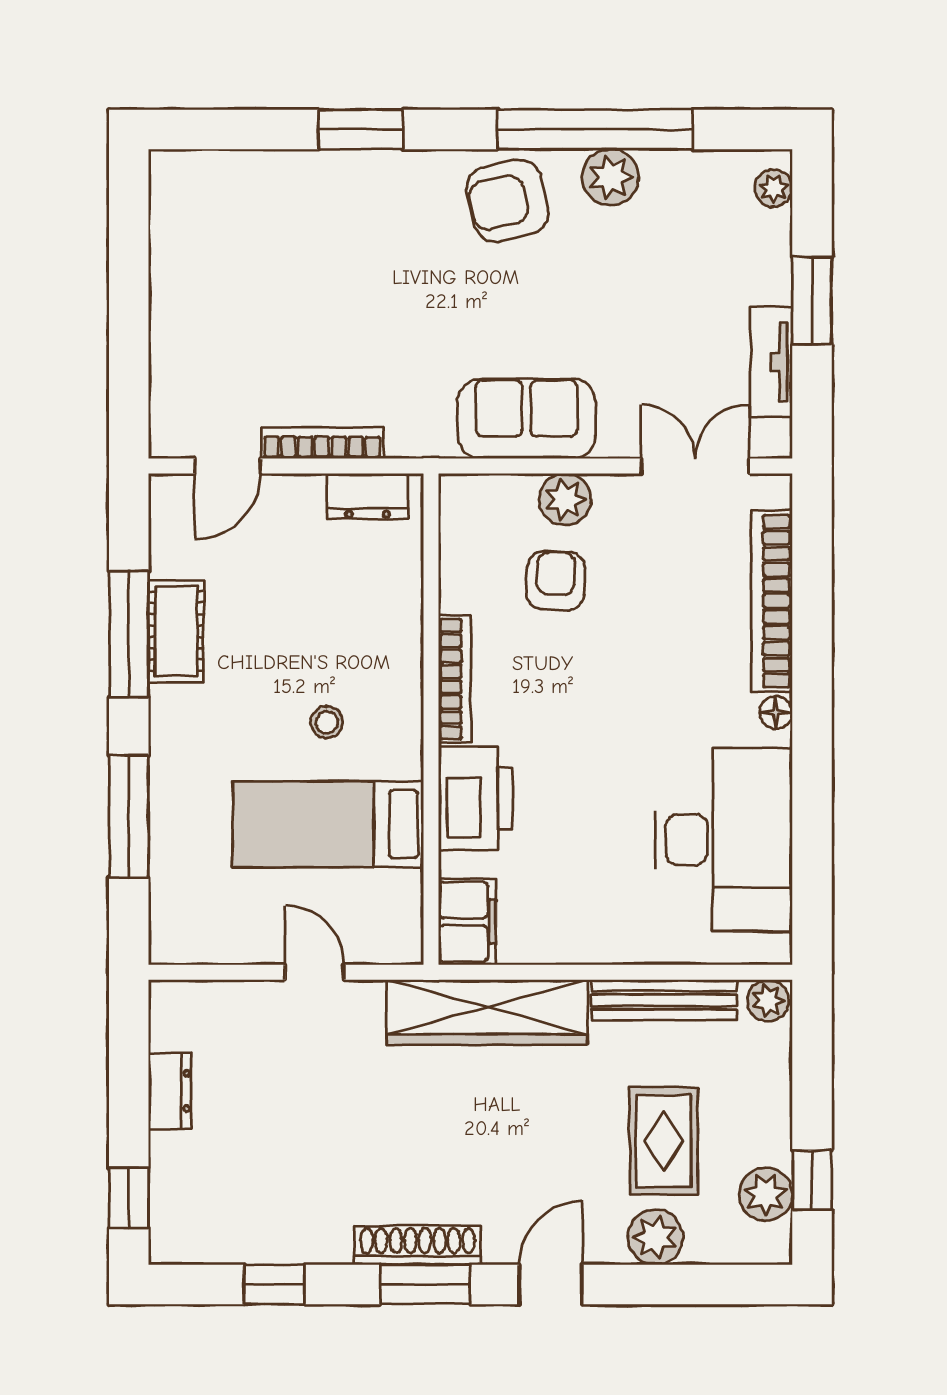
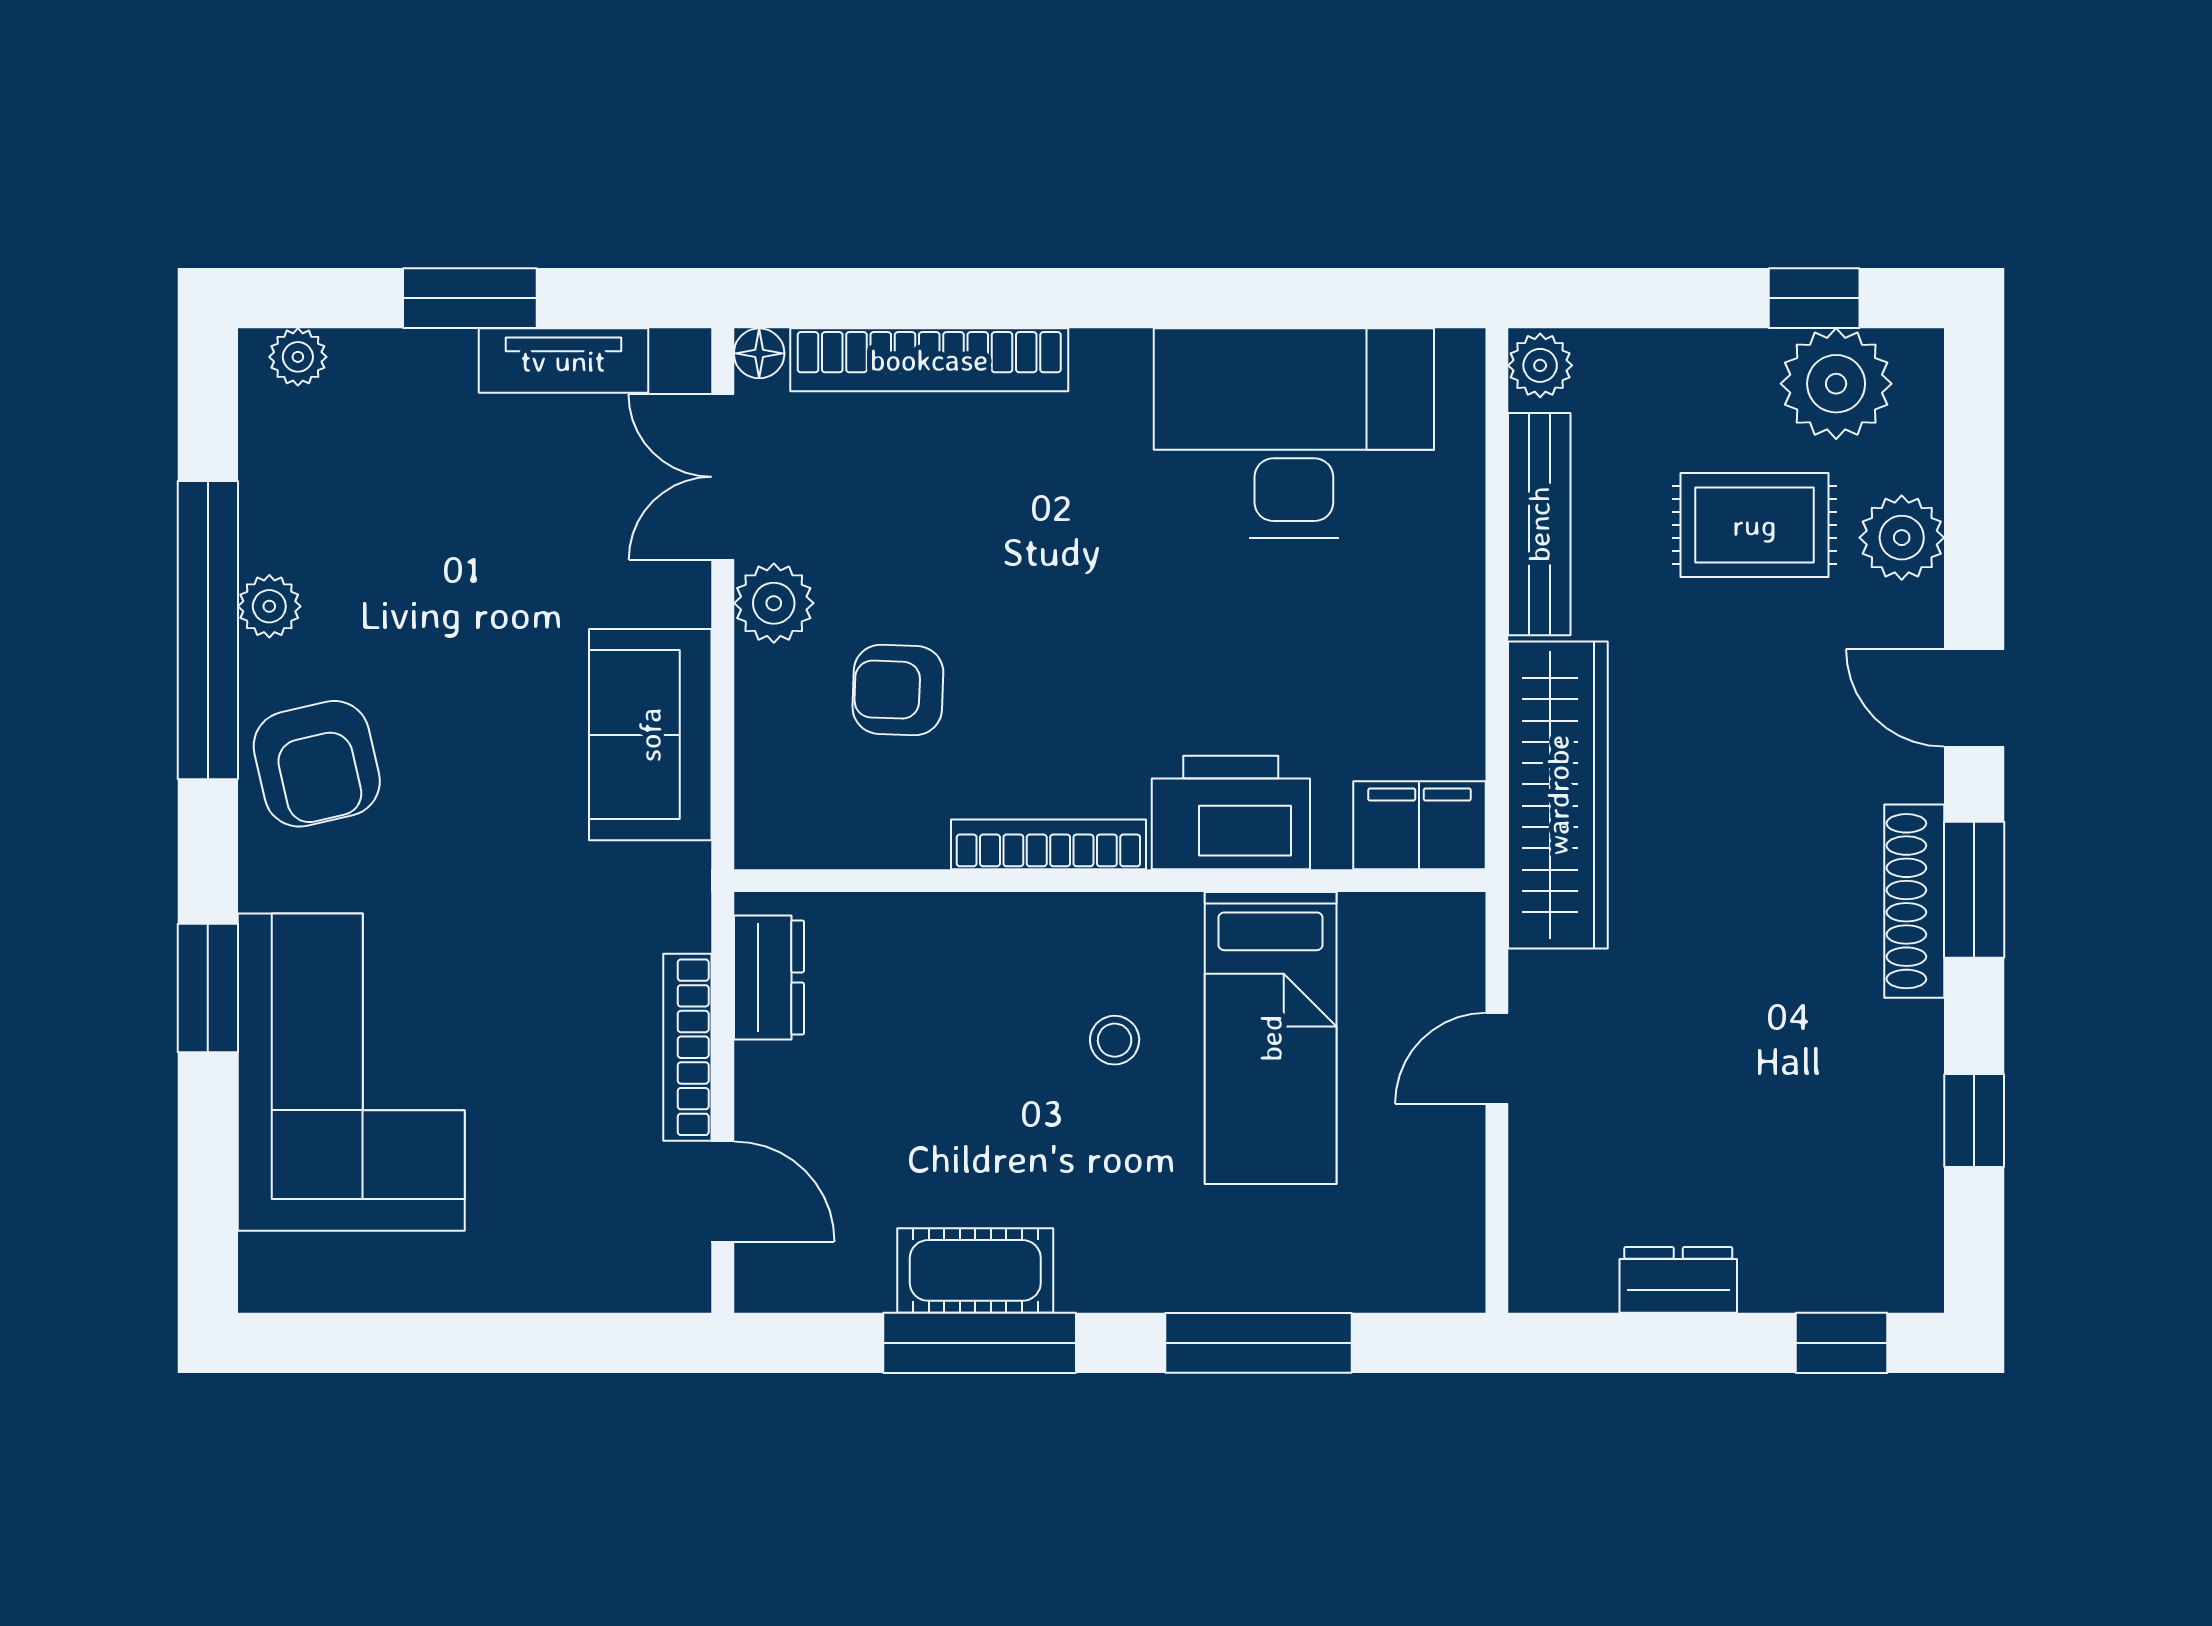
plant: (610, 177) -> (269, 606), width x0.73, depth x0.73
corner sofa: (306, 223) -> (351, 1072), added
plant: (565, 499) -> (774, 603), moved
floor lamp: (776, 712) -> (759, 353), moved
plant: (766, 1194) -> (1836, 384), width x1.36, depth x1.36

